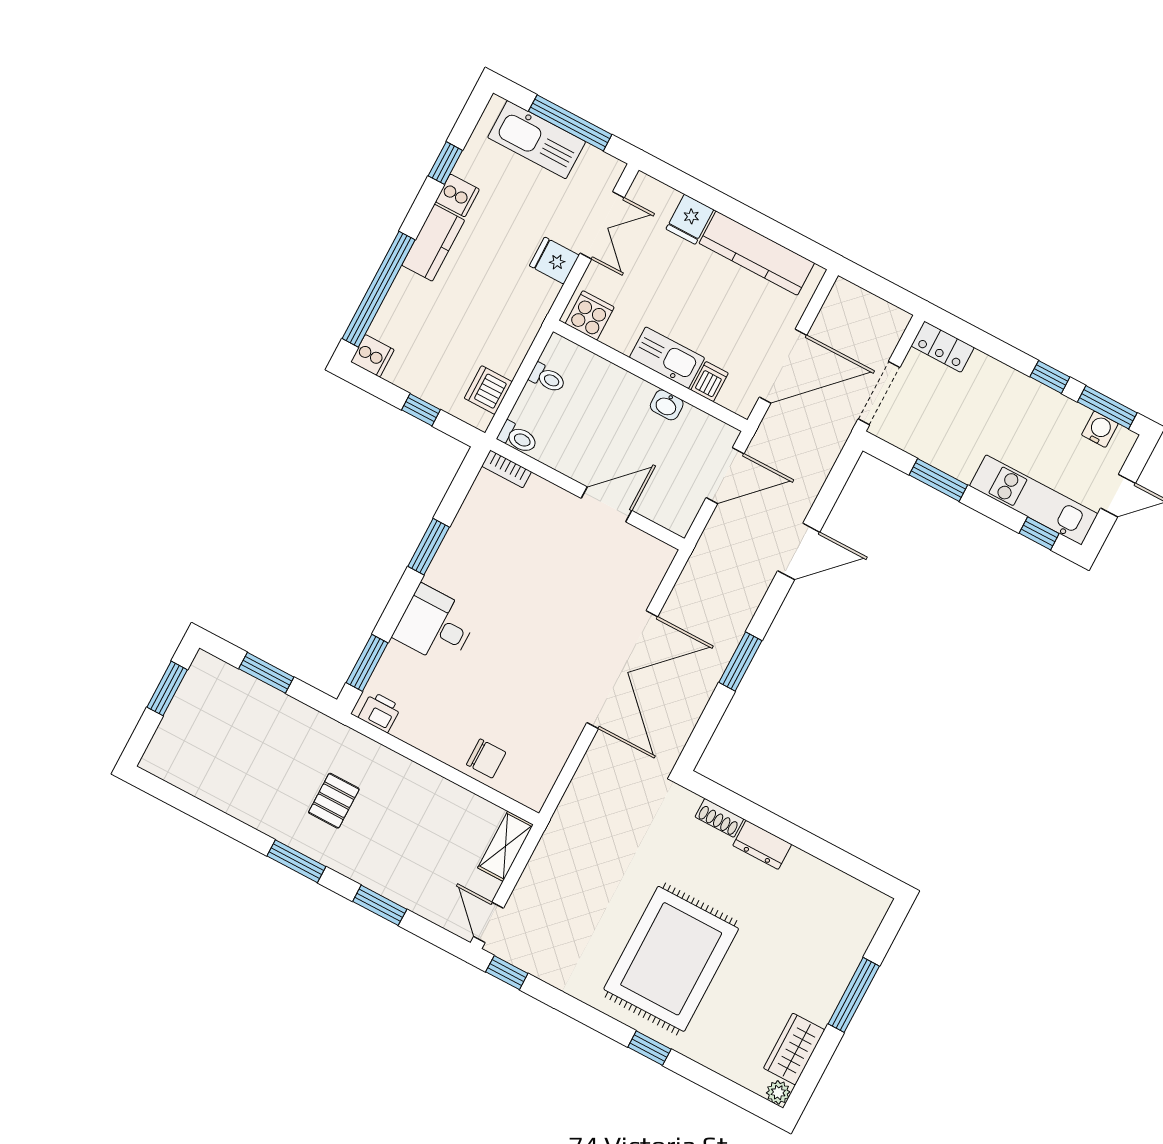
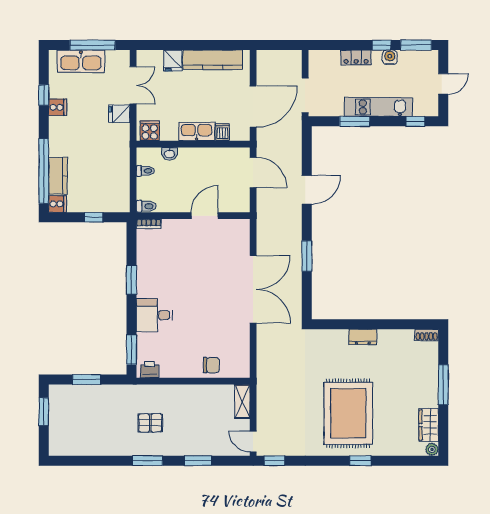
kitchen counter: (433, 243) -> (58, 176), moved
locker: (943, 347) -> (356, 58), moved
dishwasher: (488, 390) -> (121, 191), removed
washbasin: (667, 405) -> (169, 154), moved
water cooler: (1100, 429) -> (390, 57), moved
door: (725, 476) -> (253, 172), hinge flipped
kitchen unit: (1034, 500) -> (378, 107), moved
pallet: (334, 801) -> (150, 423), turned 90
shoe rack: (719, 818) -> (427, 335), moved

